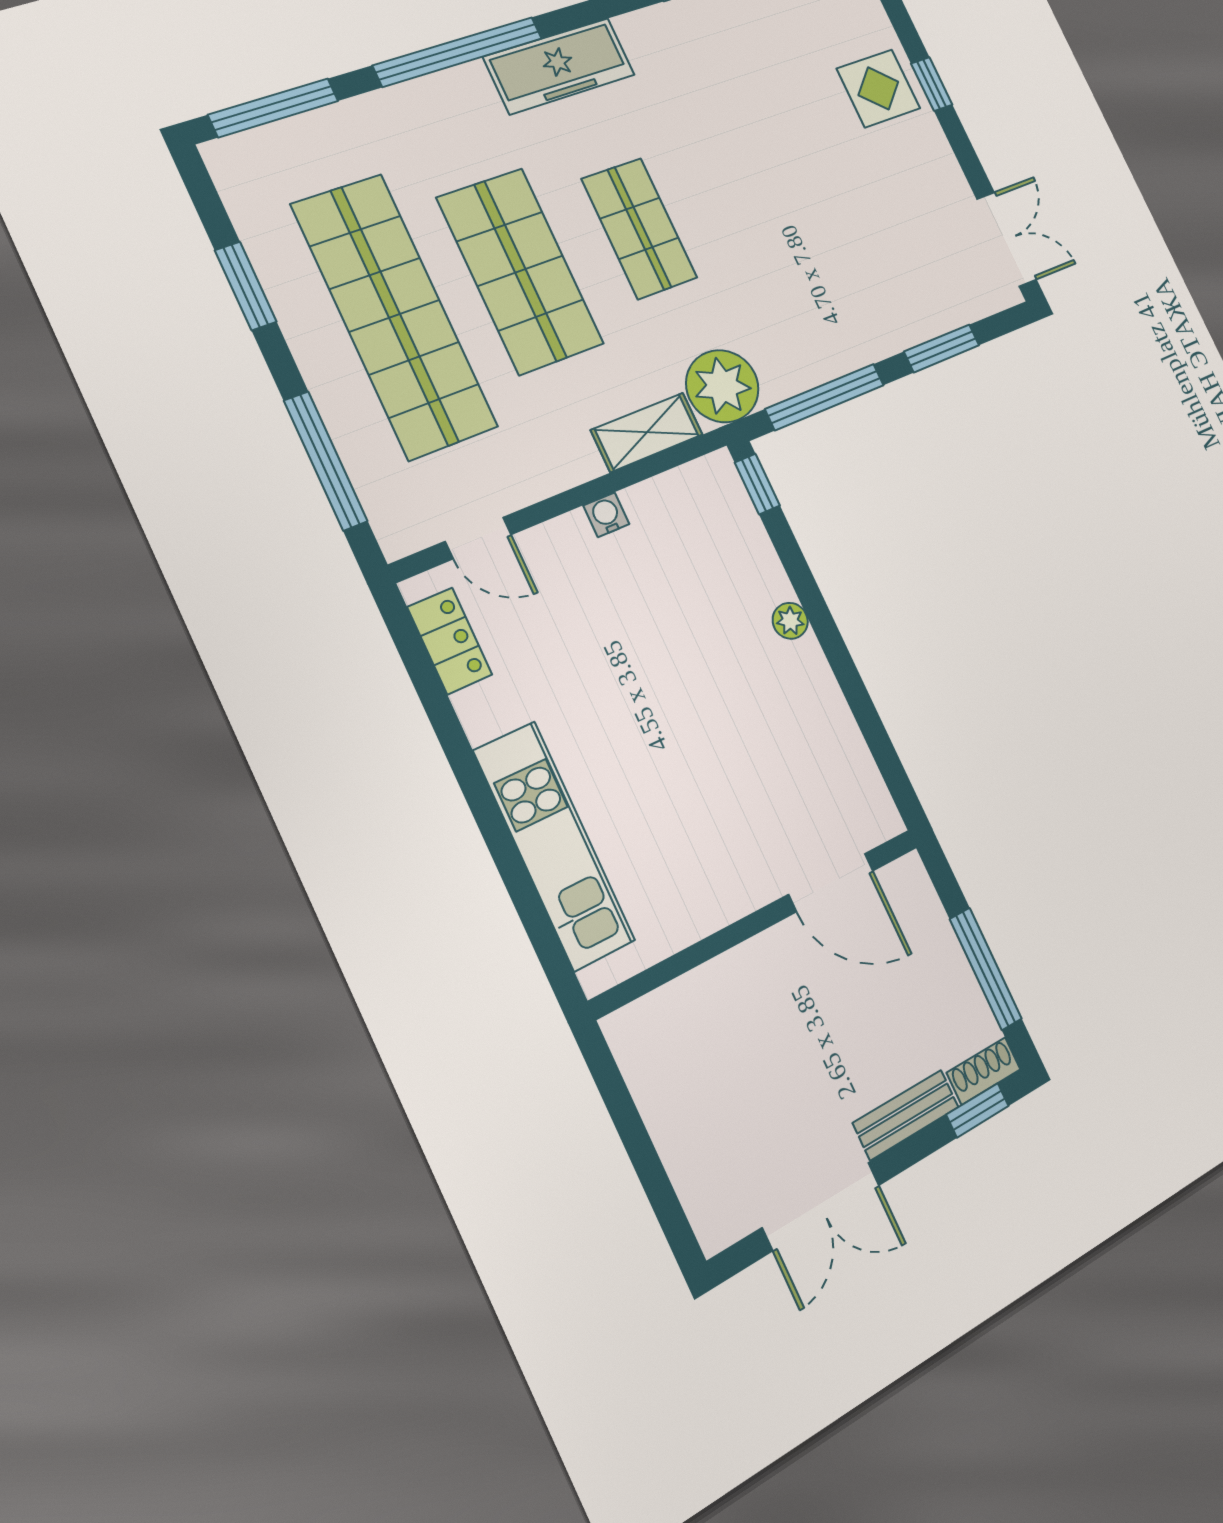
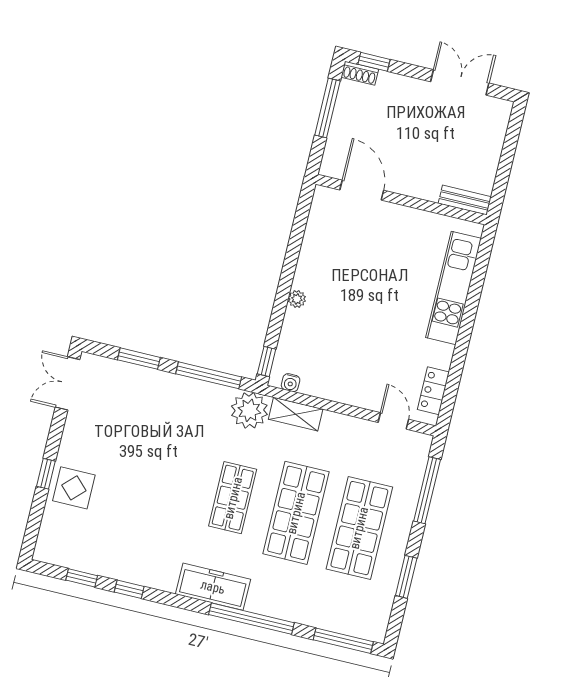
shop shelf: (394, 316) -> (359, 528), width x0.71
water cooler: (606, 515) -> (291, 383), moved
bench: (906, 1115) -> (465, 200), moved

